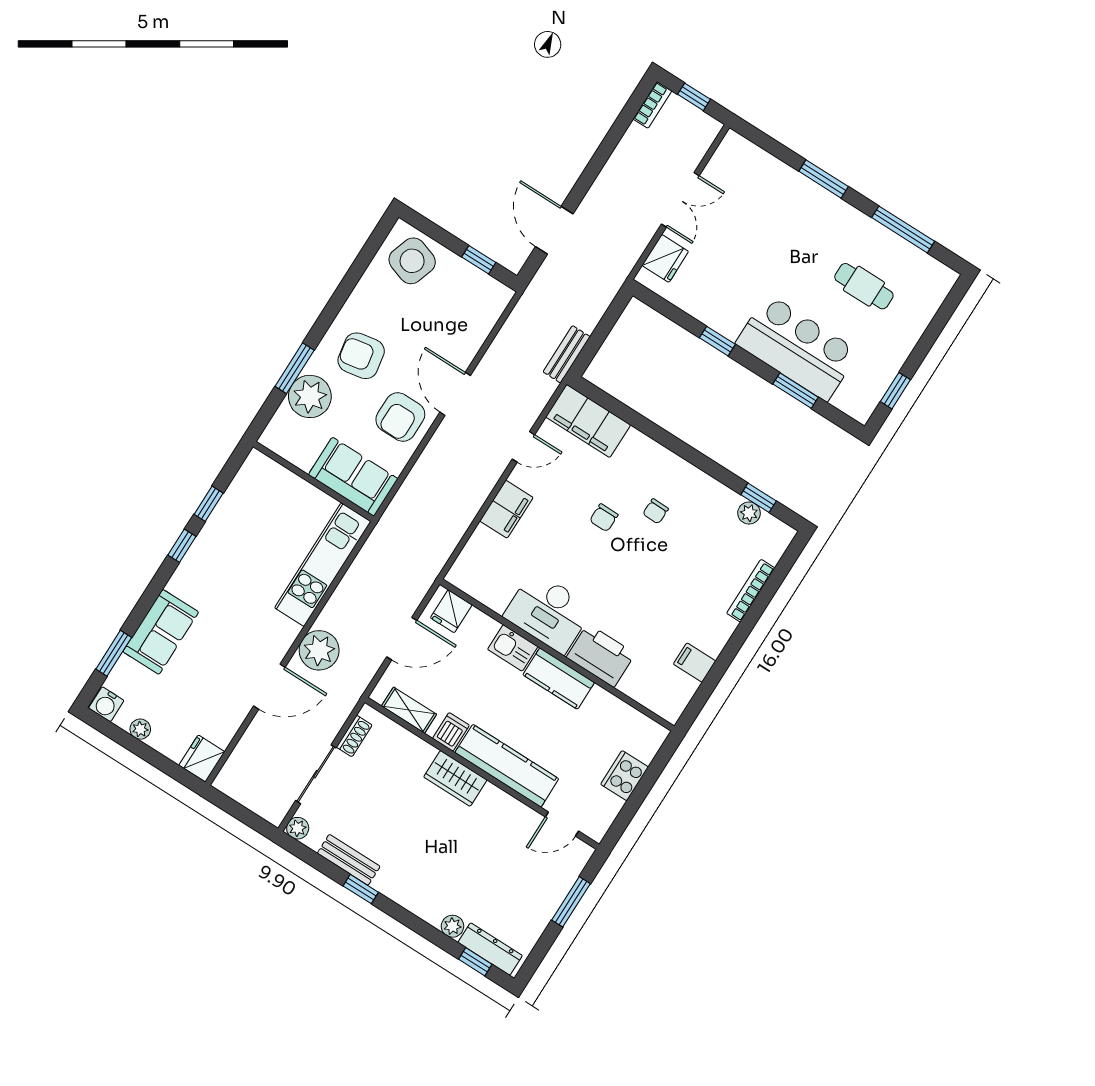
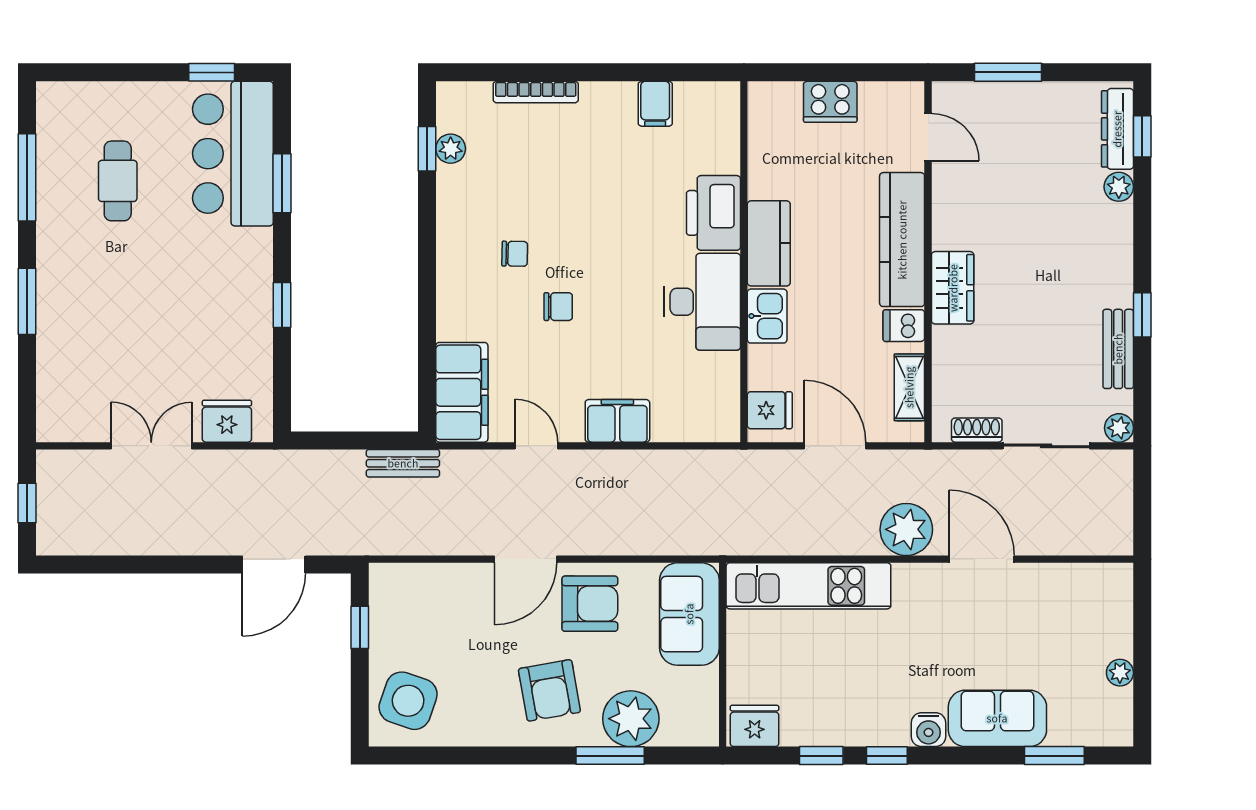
bookcase: (652, 105) -> (65, 544), removed
bar counter: (797, 347) -> (233, 154), moved
water cooler: (106, 704) -> (929, 730), moved, turned 90
fridge: (202, 759) -> (755, 726), moved, turned 180

